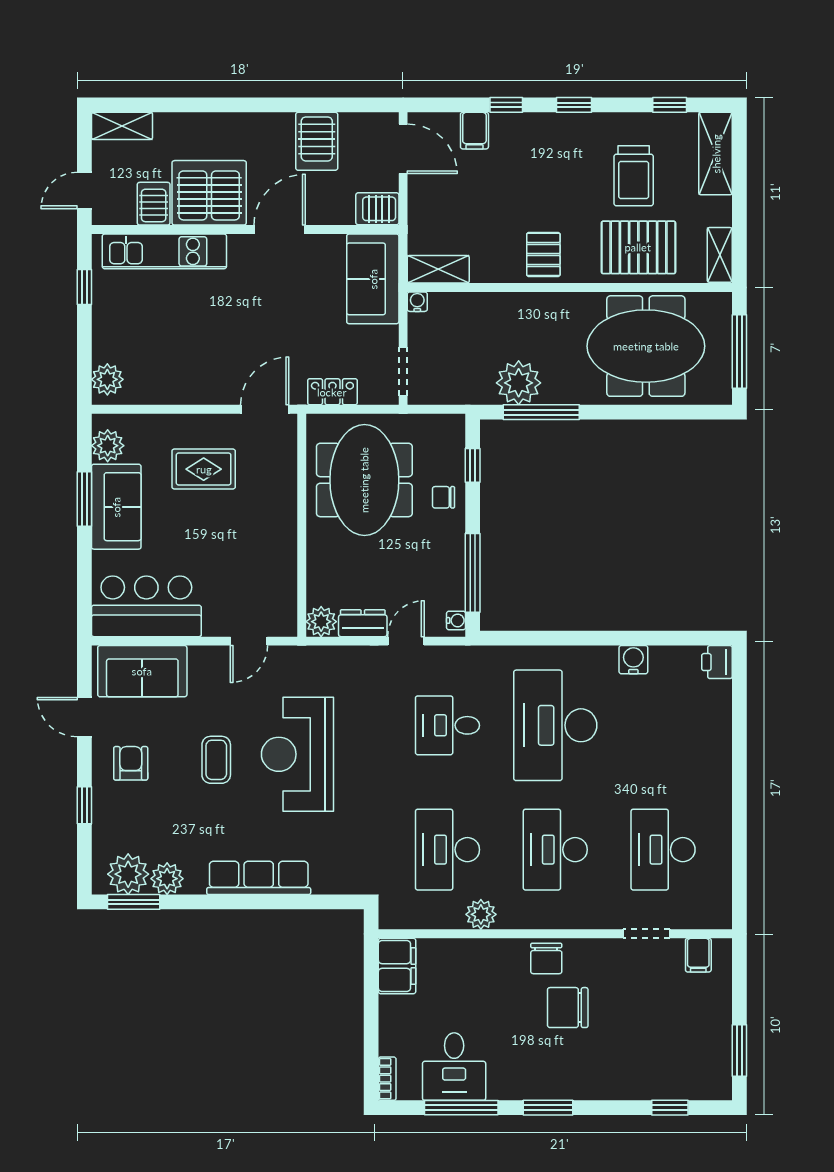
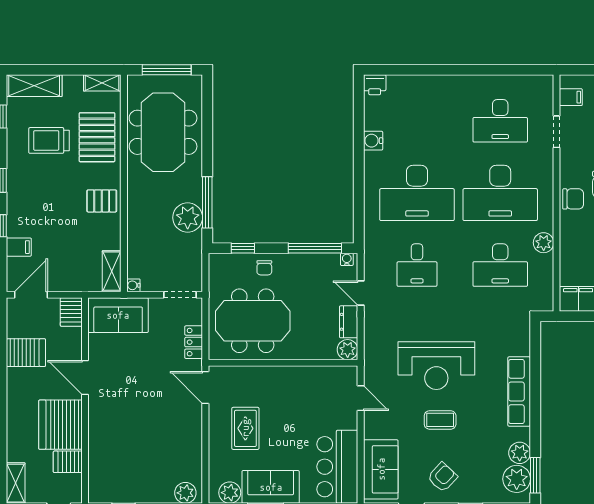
trolley: (634, 176) -> (49, 140), turned 180
kitchen unit: (164, 251) -> (100, 455), removed
armchair: (131, 763) -> (442, 477), turned 133
desk: (555, 850) -> (500, 193), width x1.36, depth x1.30

